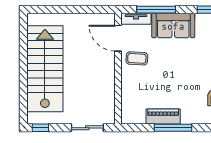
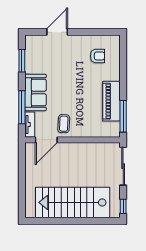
piano: (163, 117) -> (111, 101), width x1.37, depth x1.33
sliding door: (87, 128) -> (123, 166), width x1.37
window: (173, 128) -> (123, 116), moved

